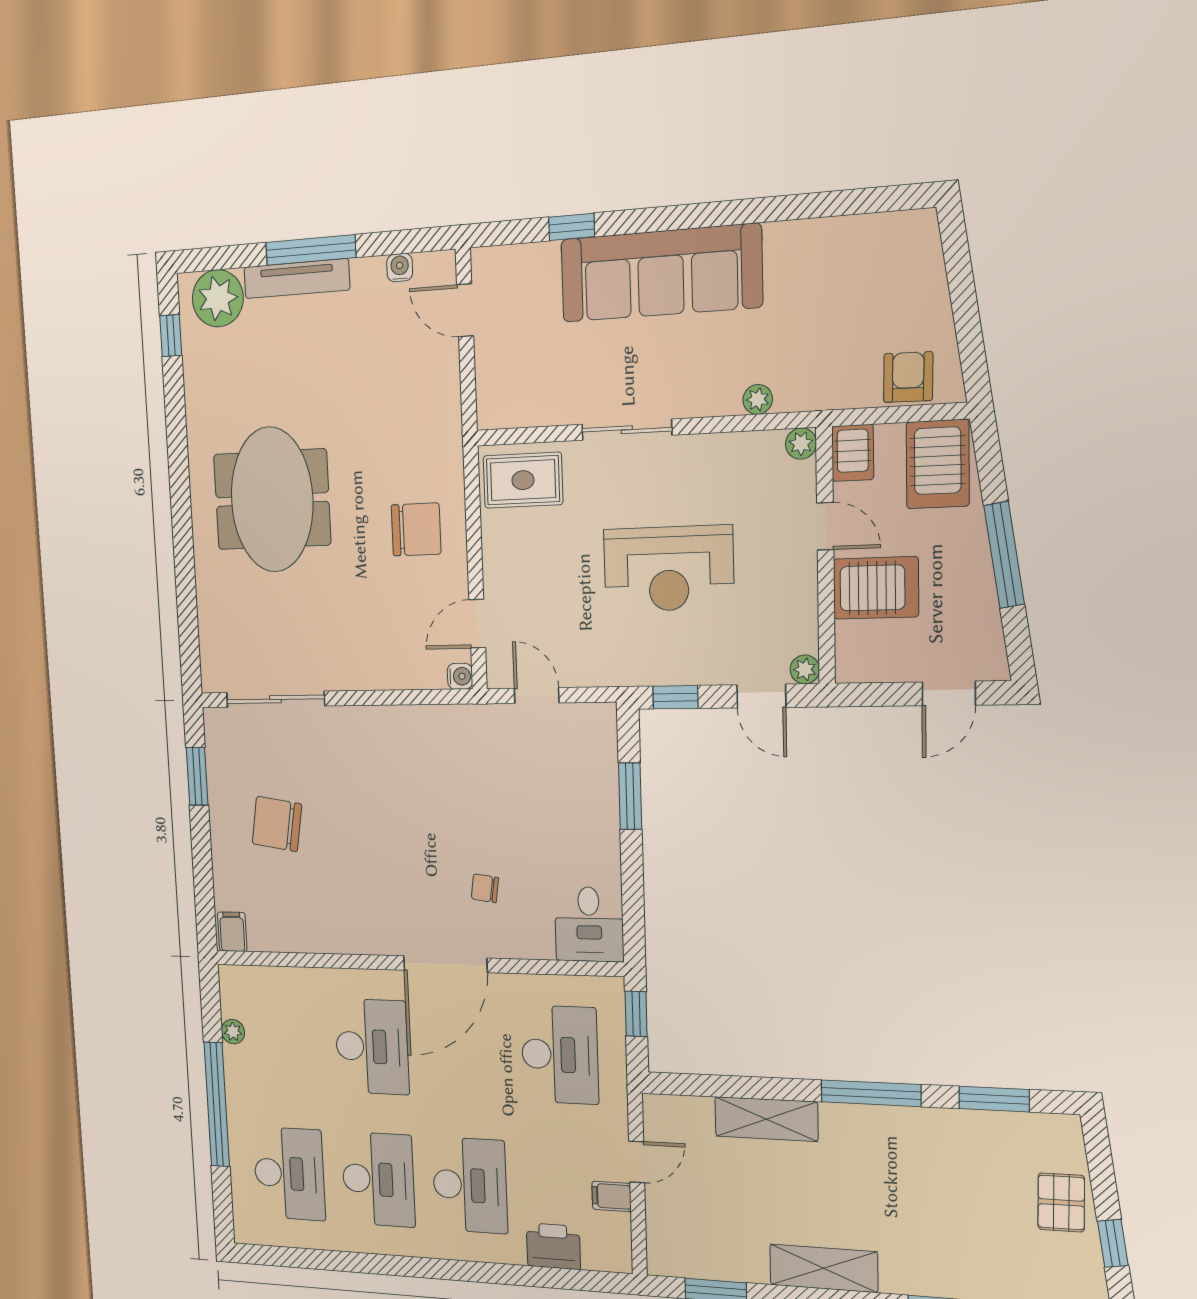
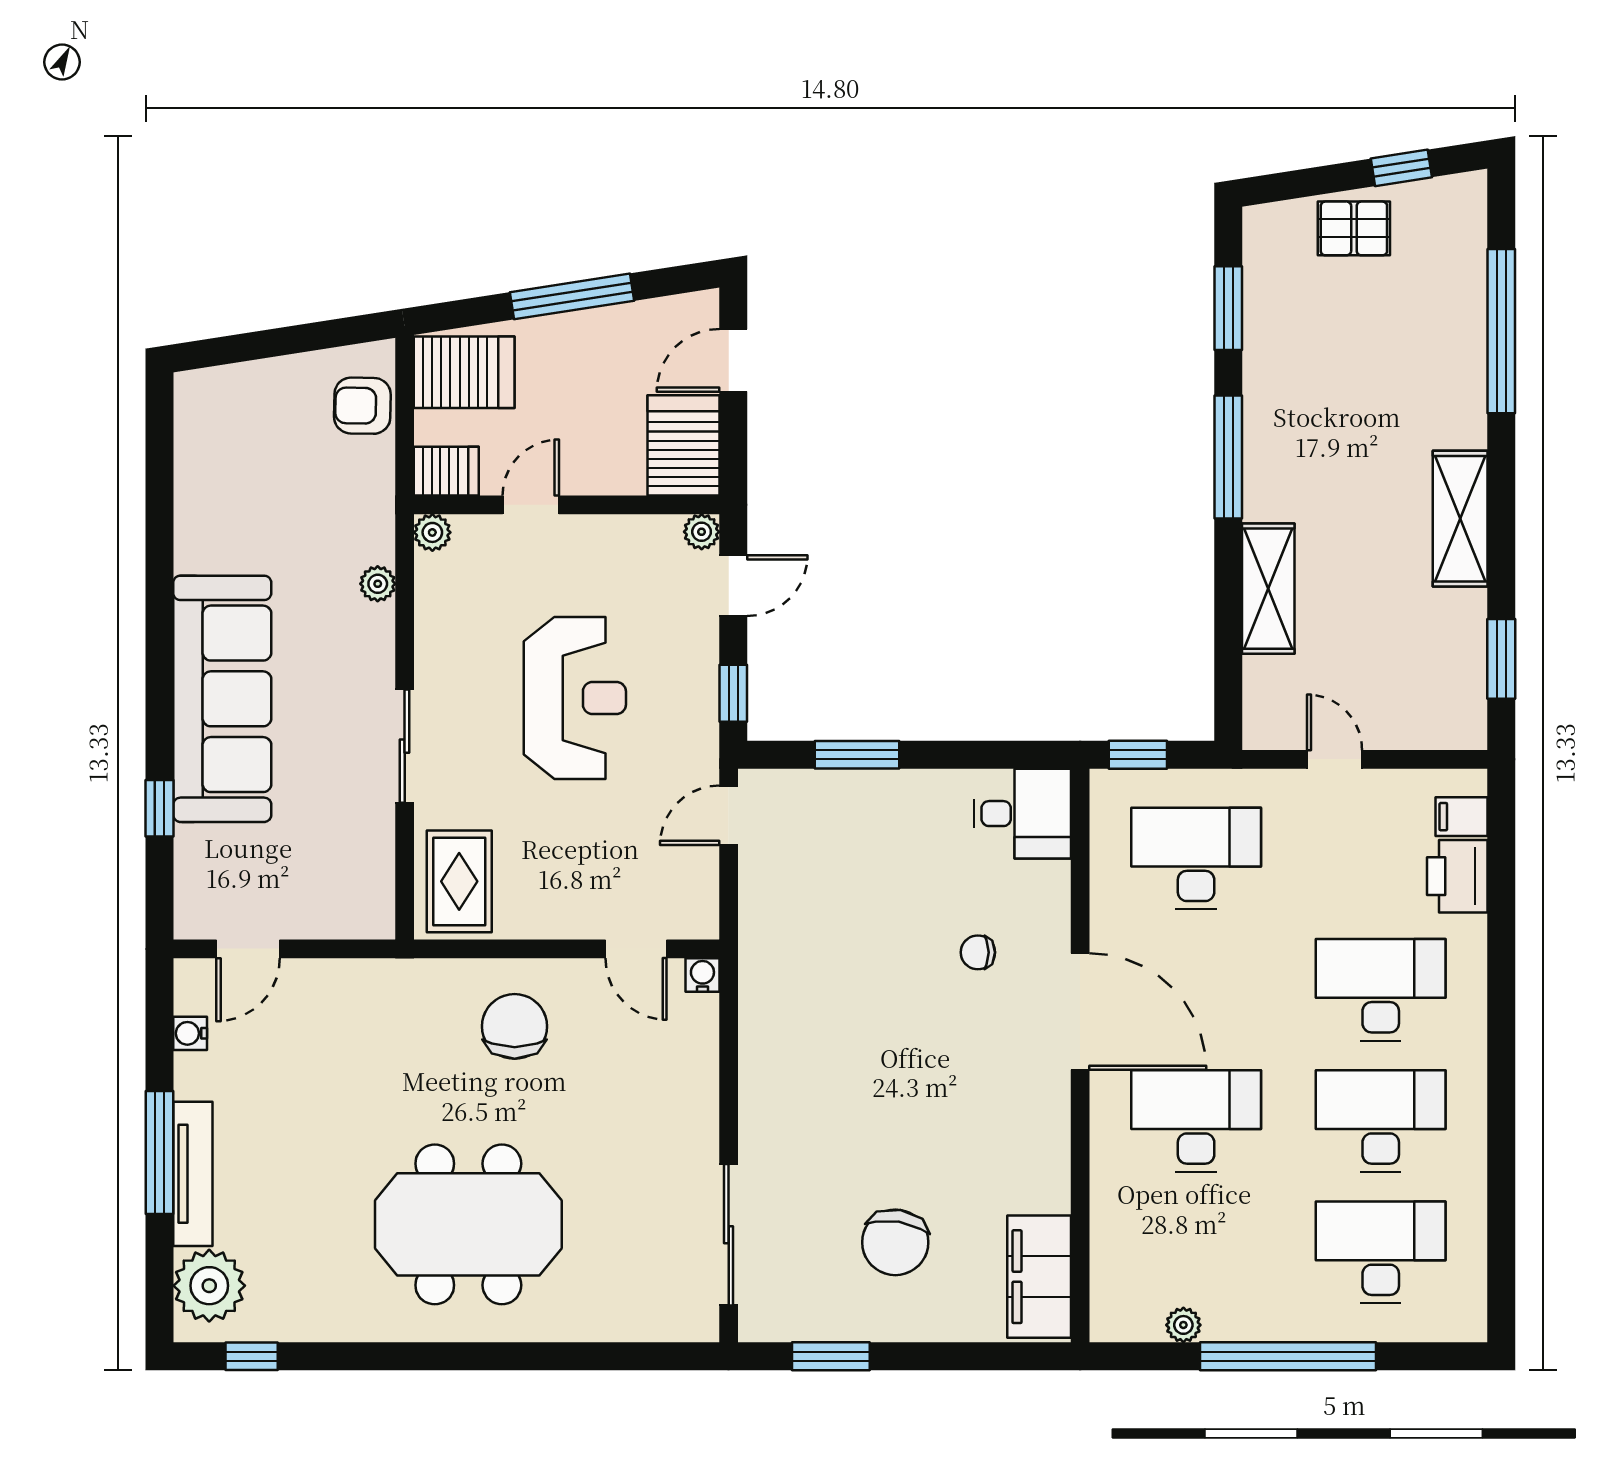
server rack: (876, 588) -> (683, 445), moved
door: (949, 694) -> (733, 360), swing flipped
door: (537, 696) -> (729, 815), moved
chair: (485, 888) -> (978, 952), turned 82
filing cabinet: (232, 932) -> (1039, 1277), width x3.00, depth x1.17
filing cabinet: (612, 1196) -> (1461, 817), moved, turned 90

